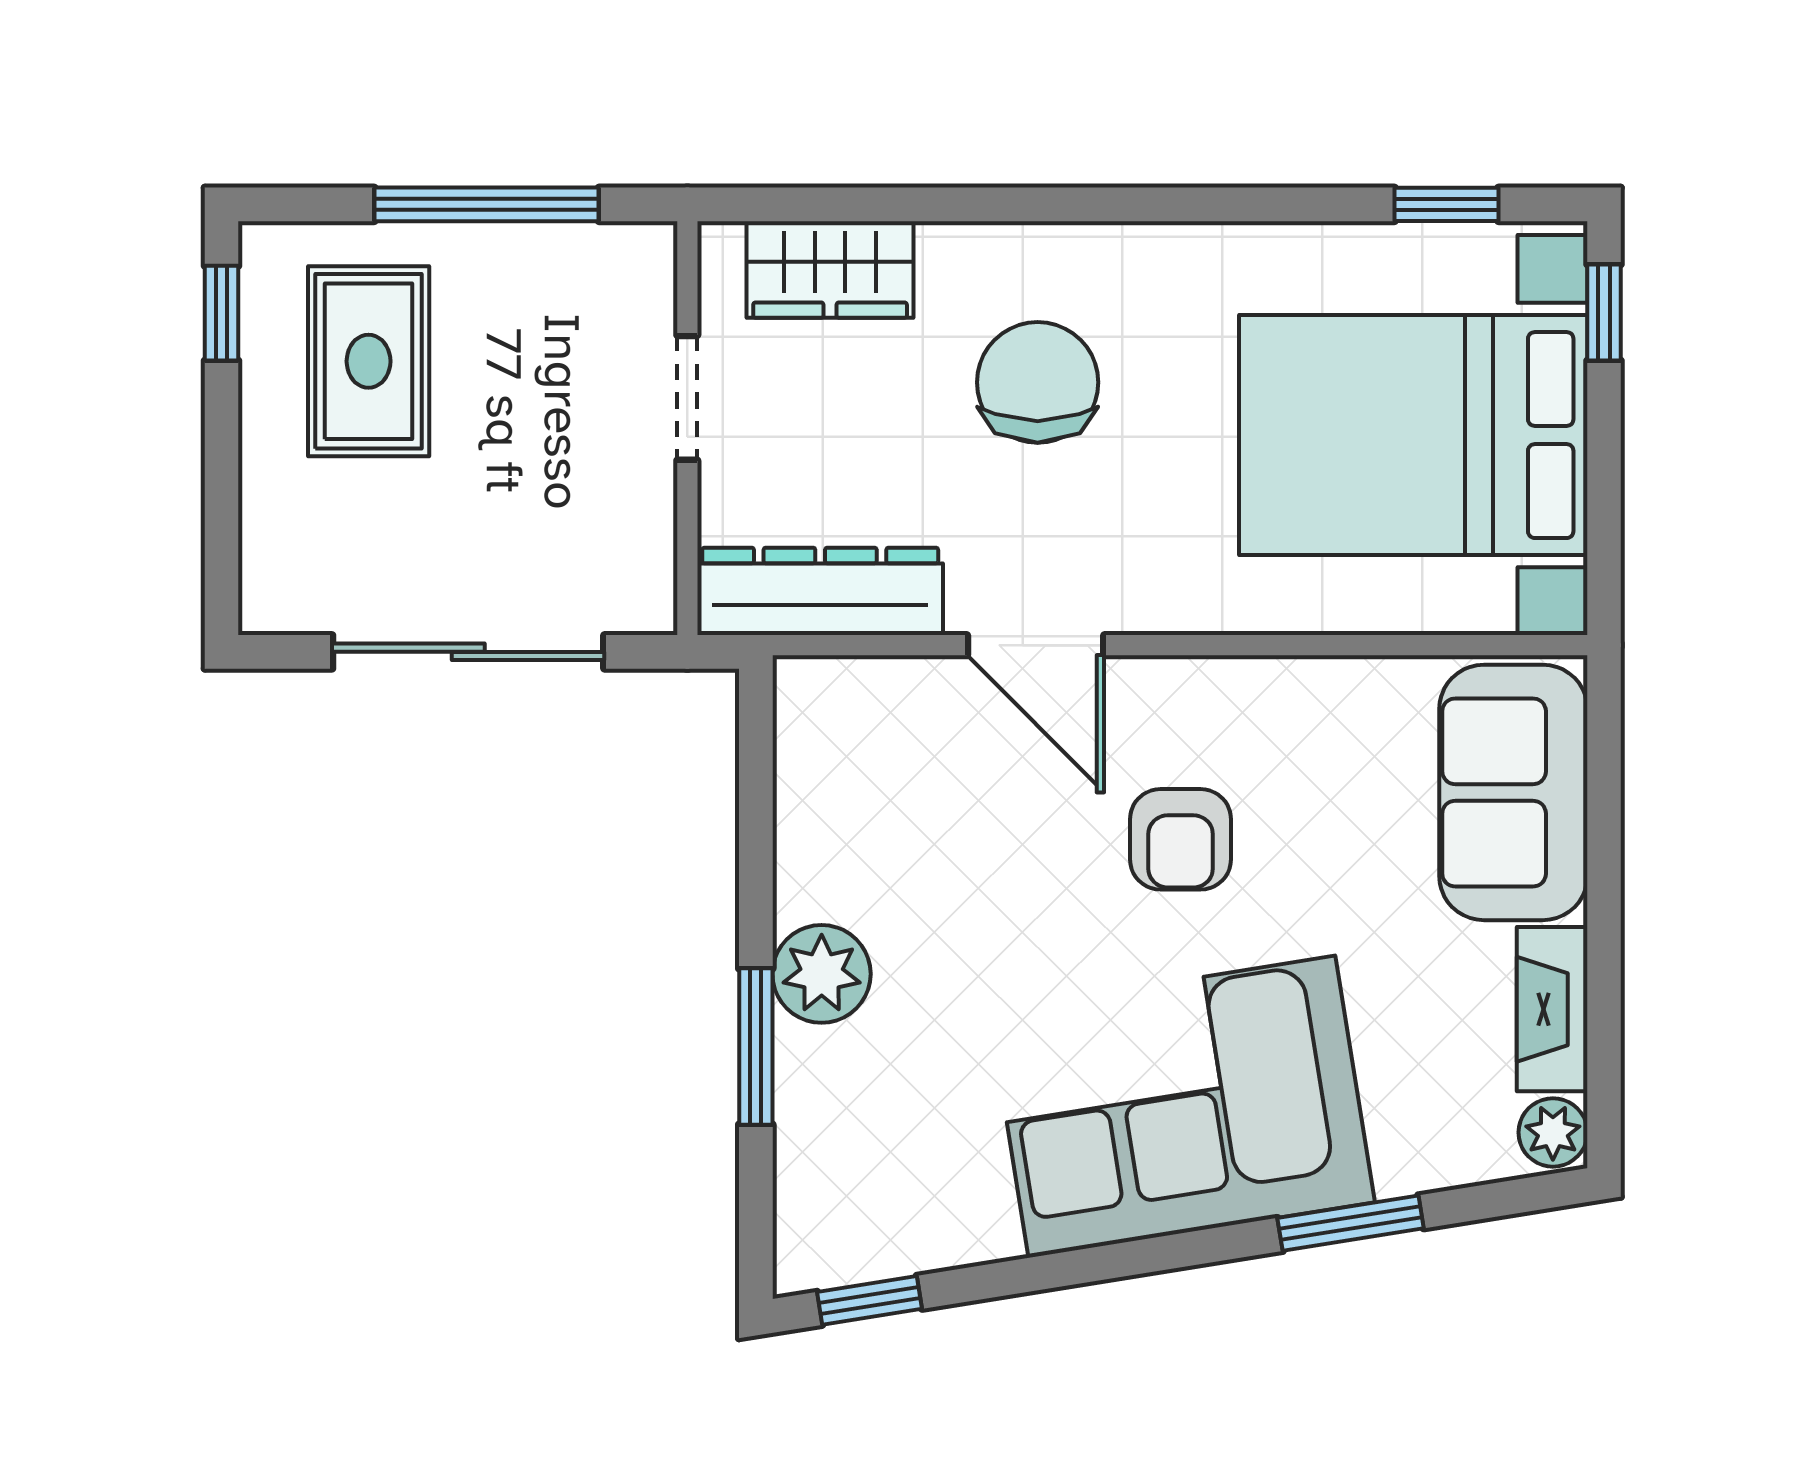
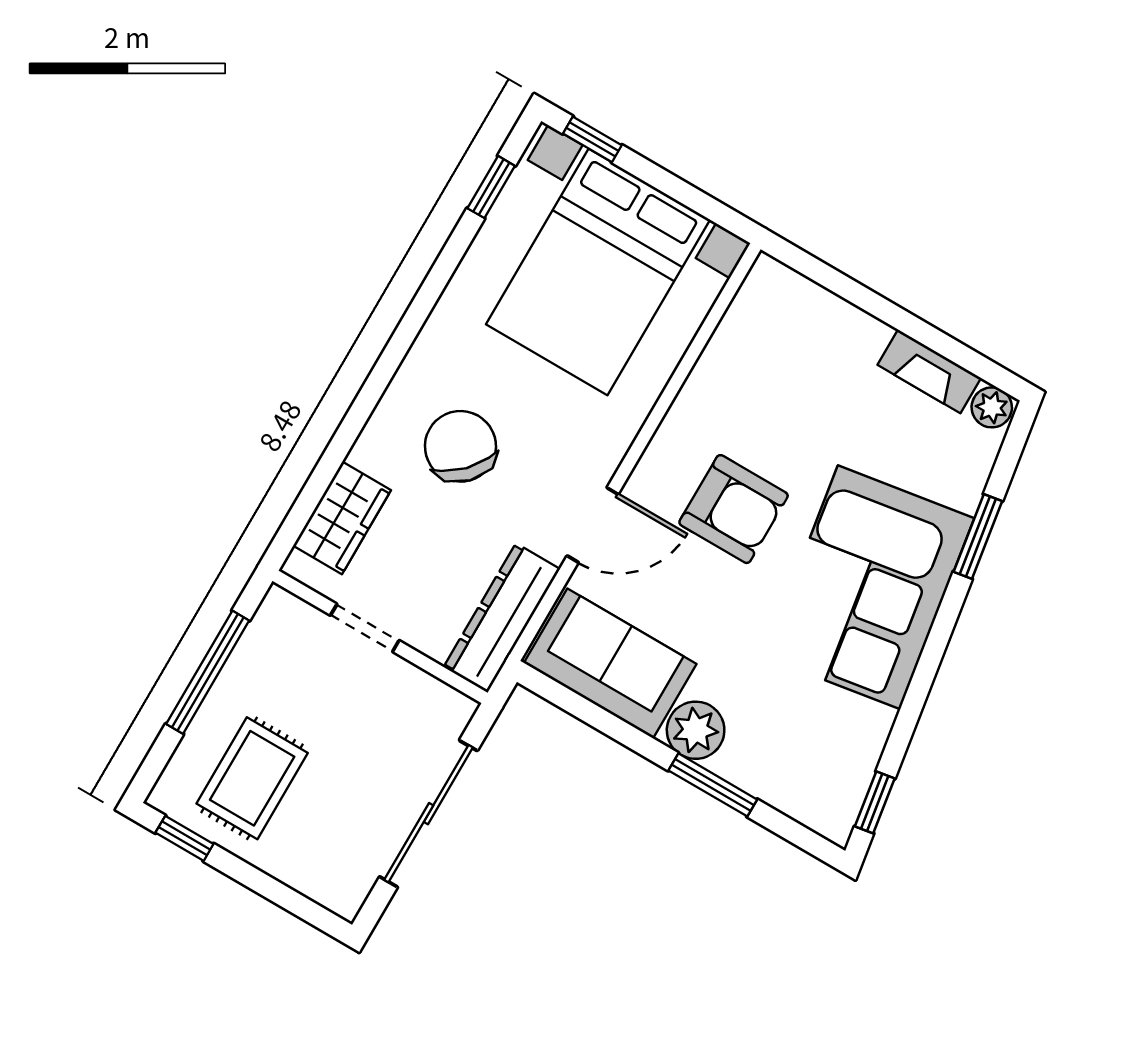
rug: (369, 361) -> (252, 778), turned 90
chair: (1038, 382) -> (460, 446), turned 44
sofa: (1513, 792) -> (610, 663), moved, turned 180
armchair: (1181, 839) -> (734, 509), width x1.38, depth x1.38

